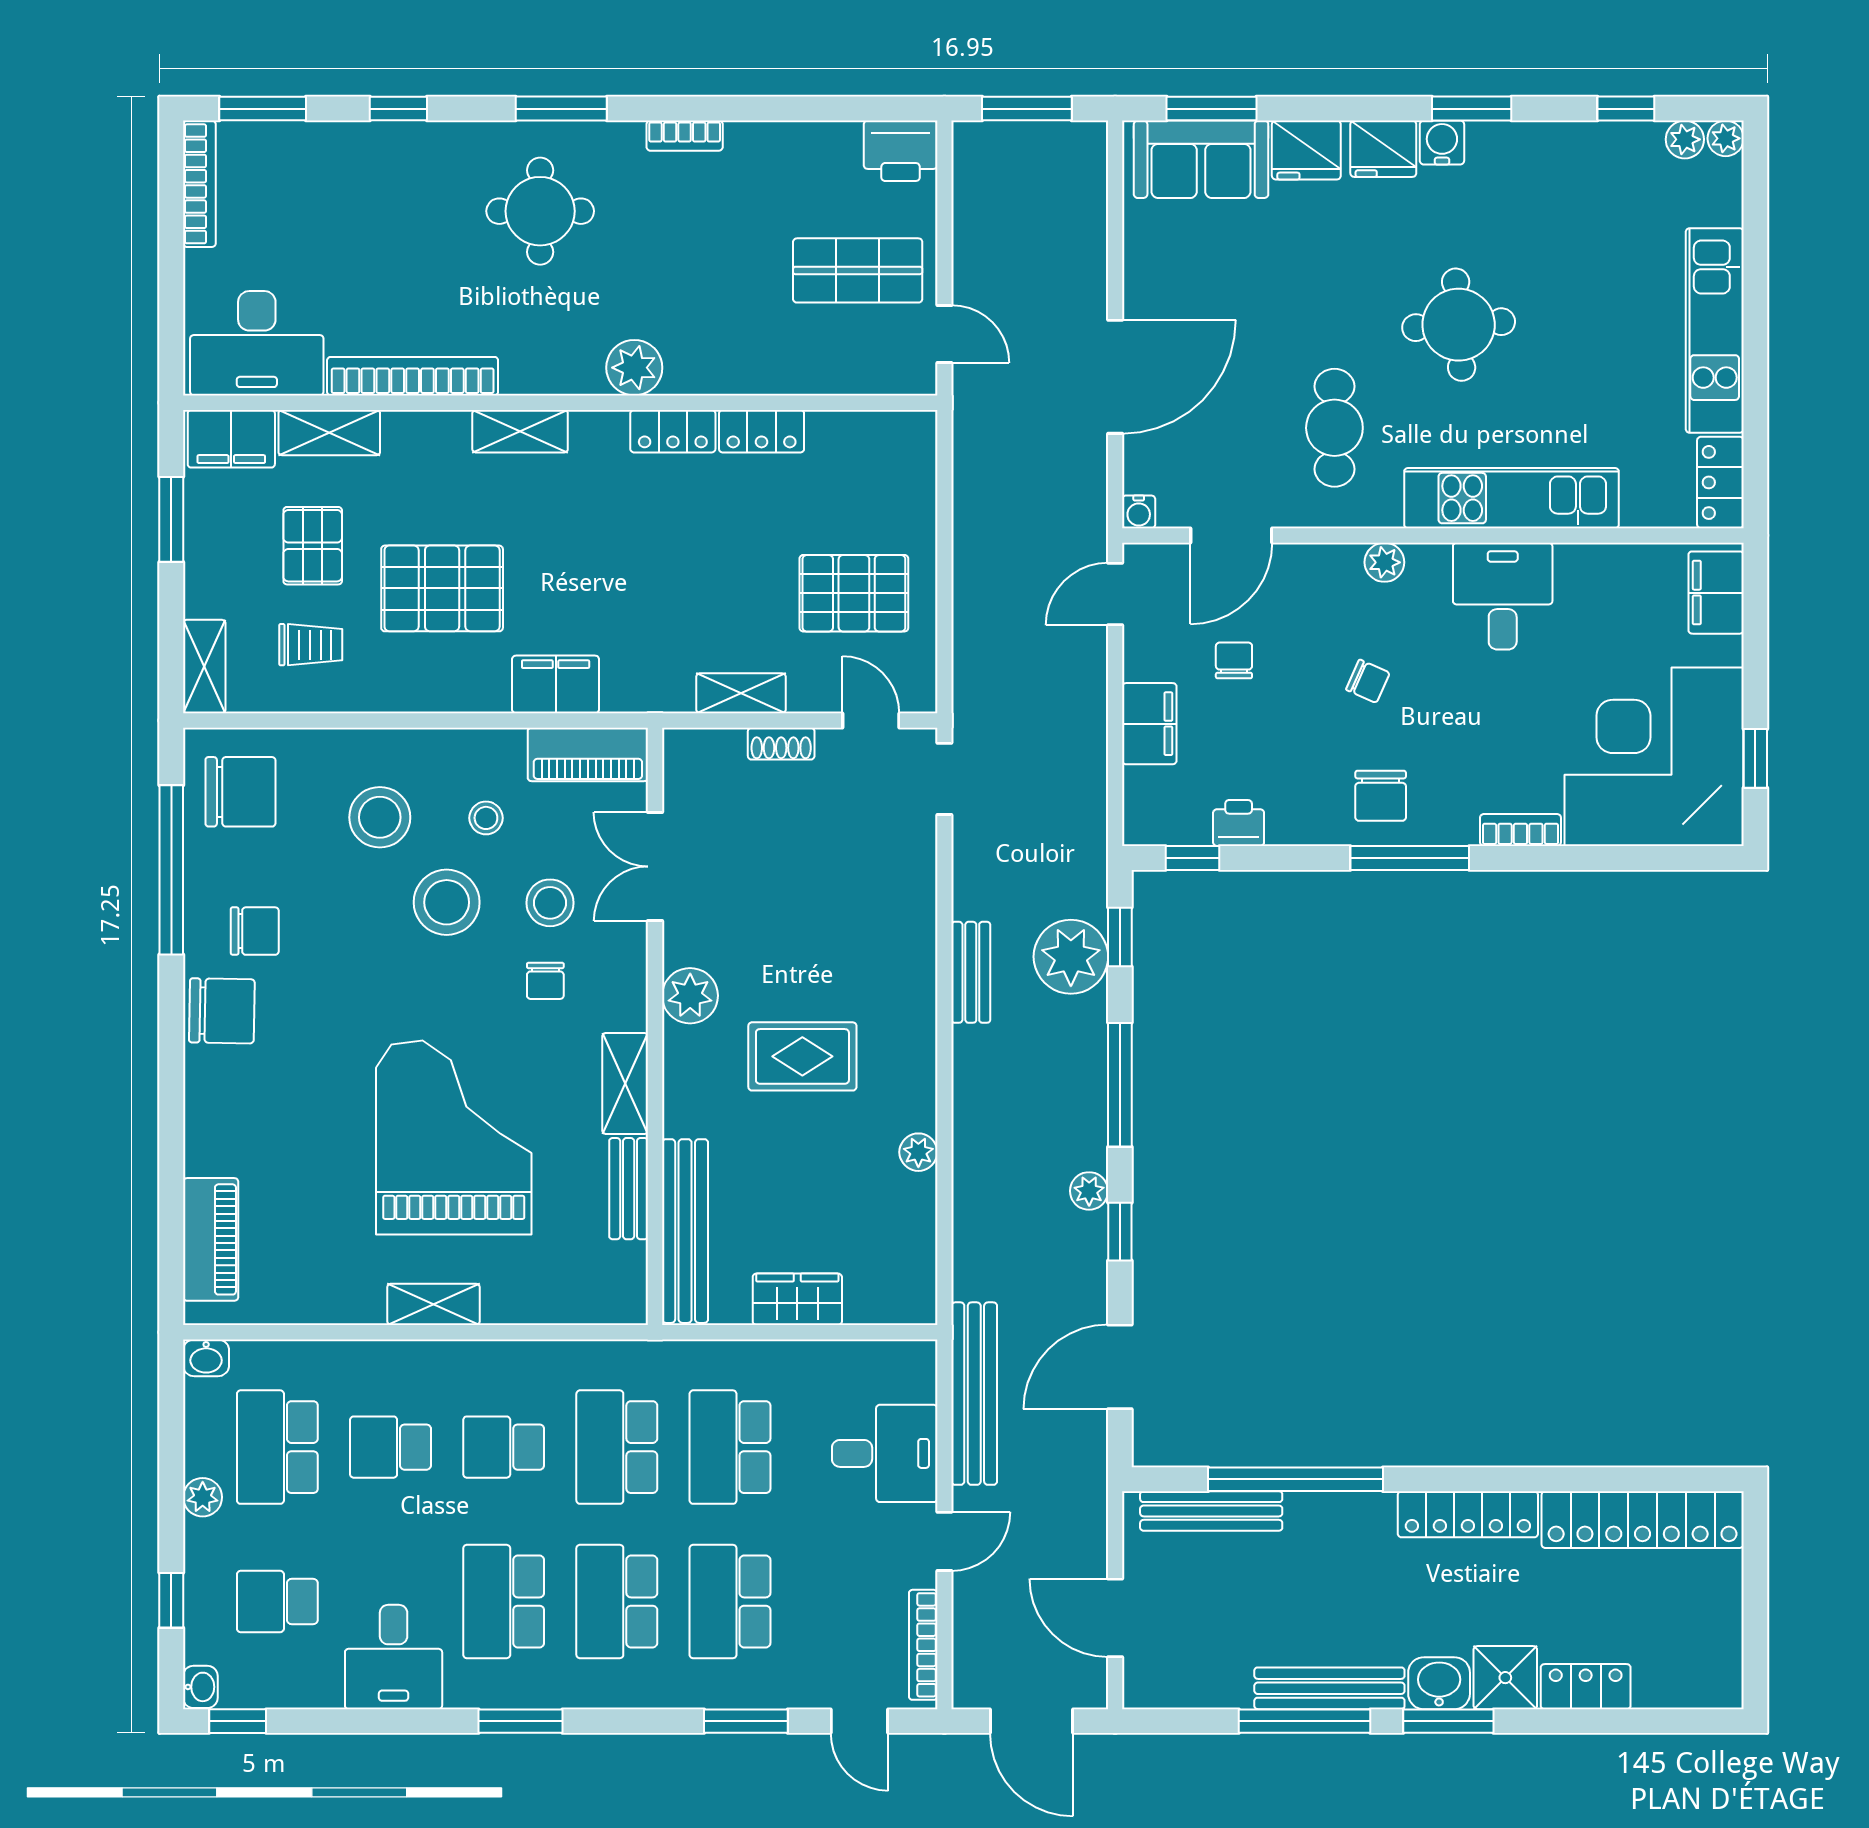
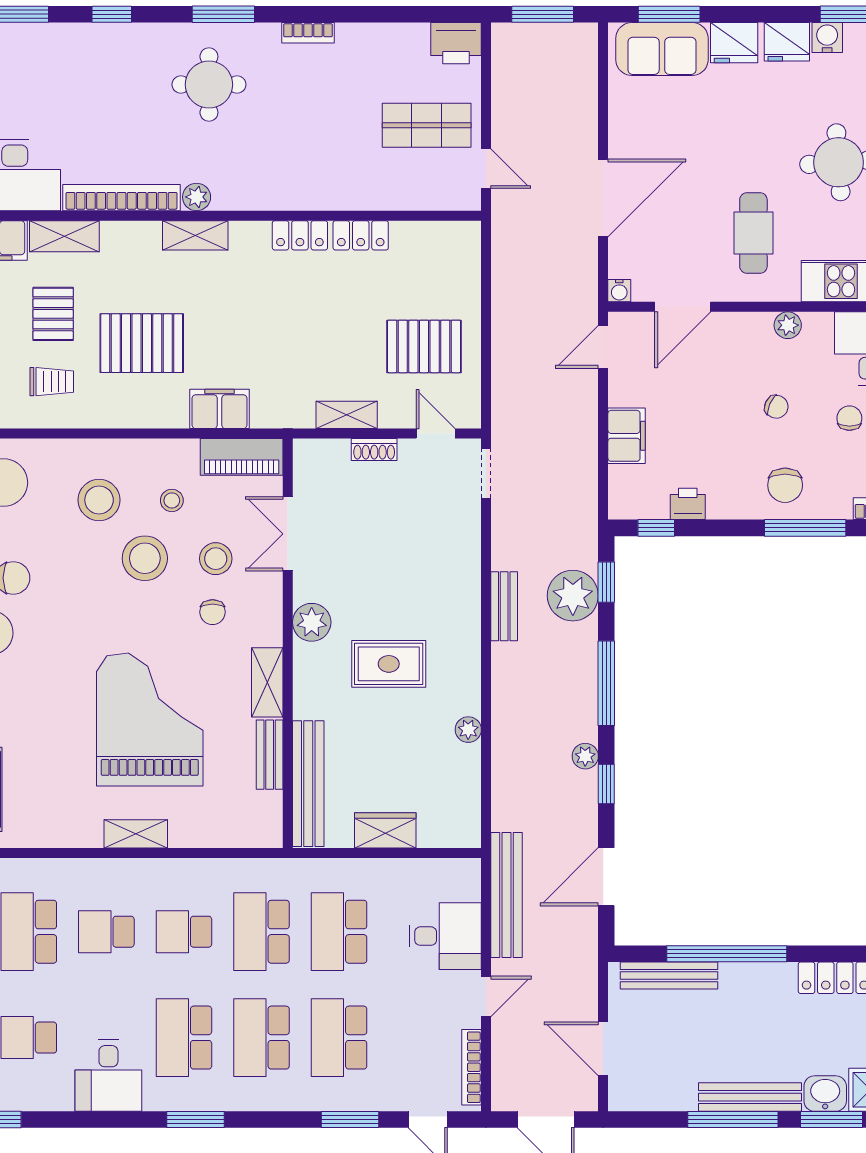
plant: (634, 368) -> (197, 197), moved, width x0.73, depth x0.73
chair: (1234, 660) -> (849, 418), moved

